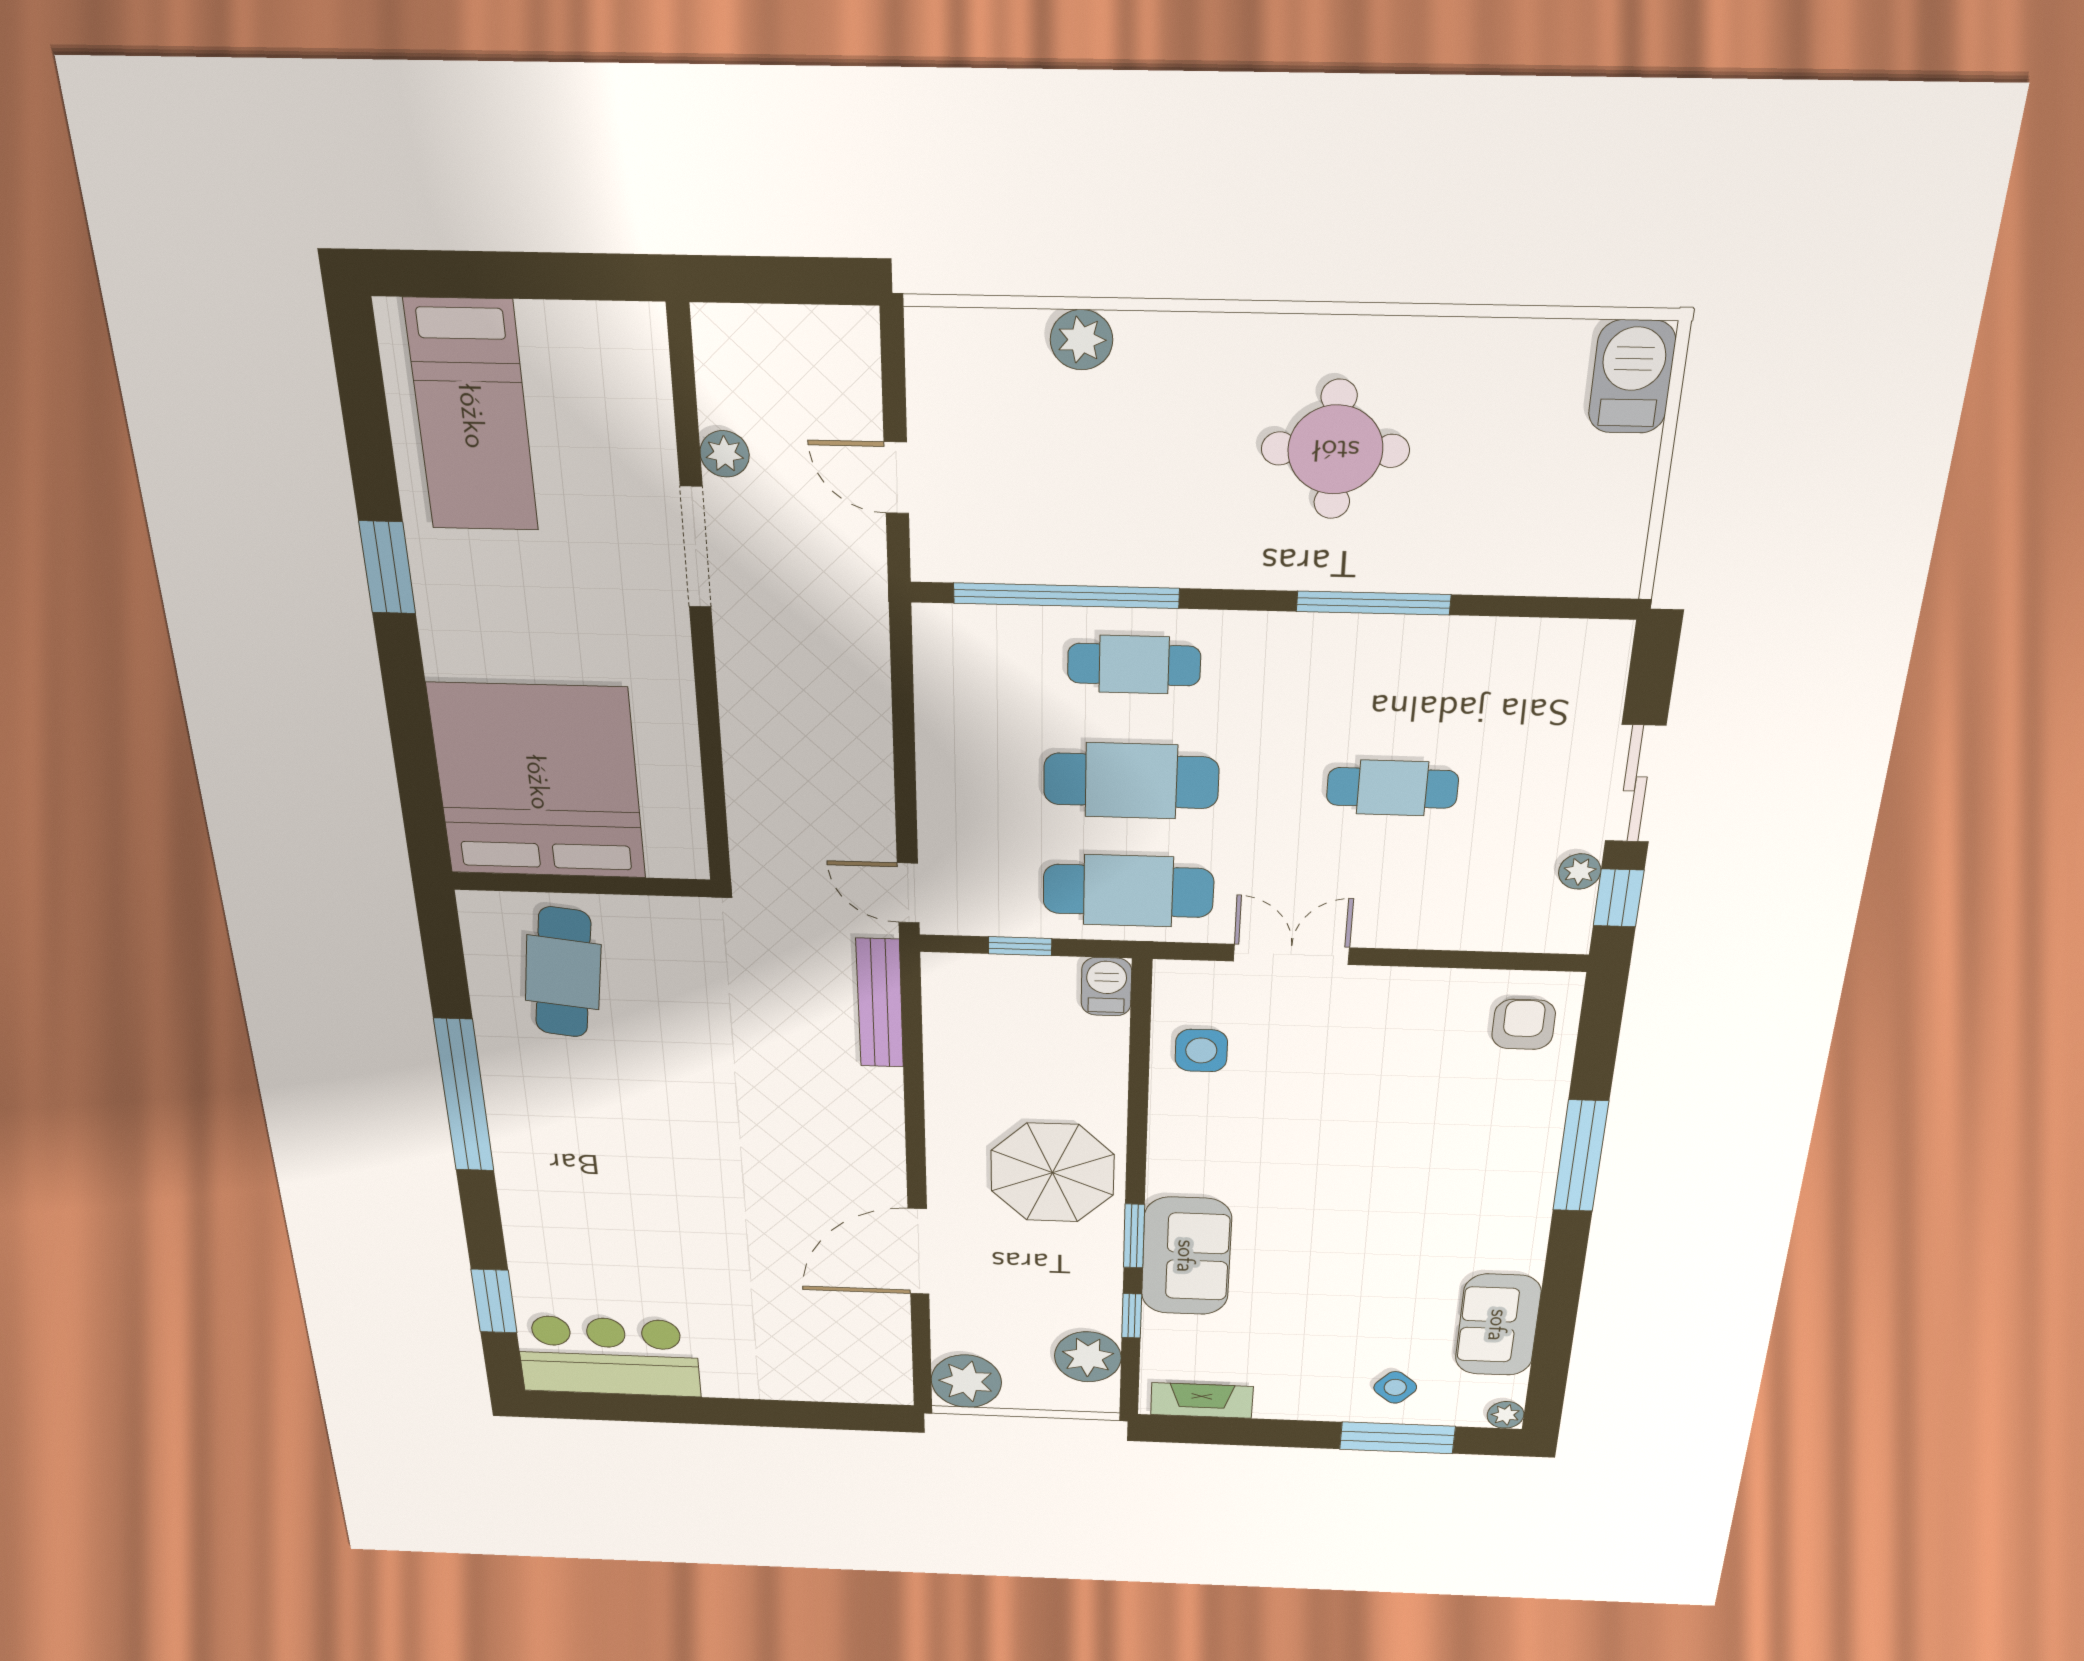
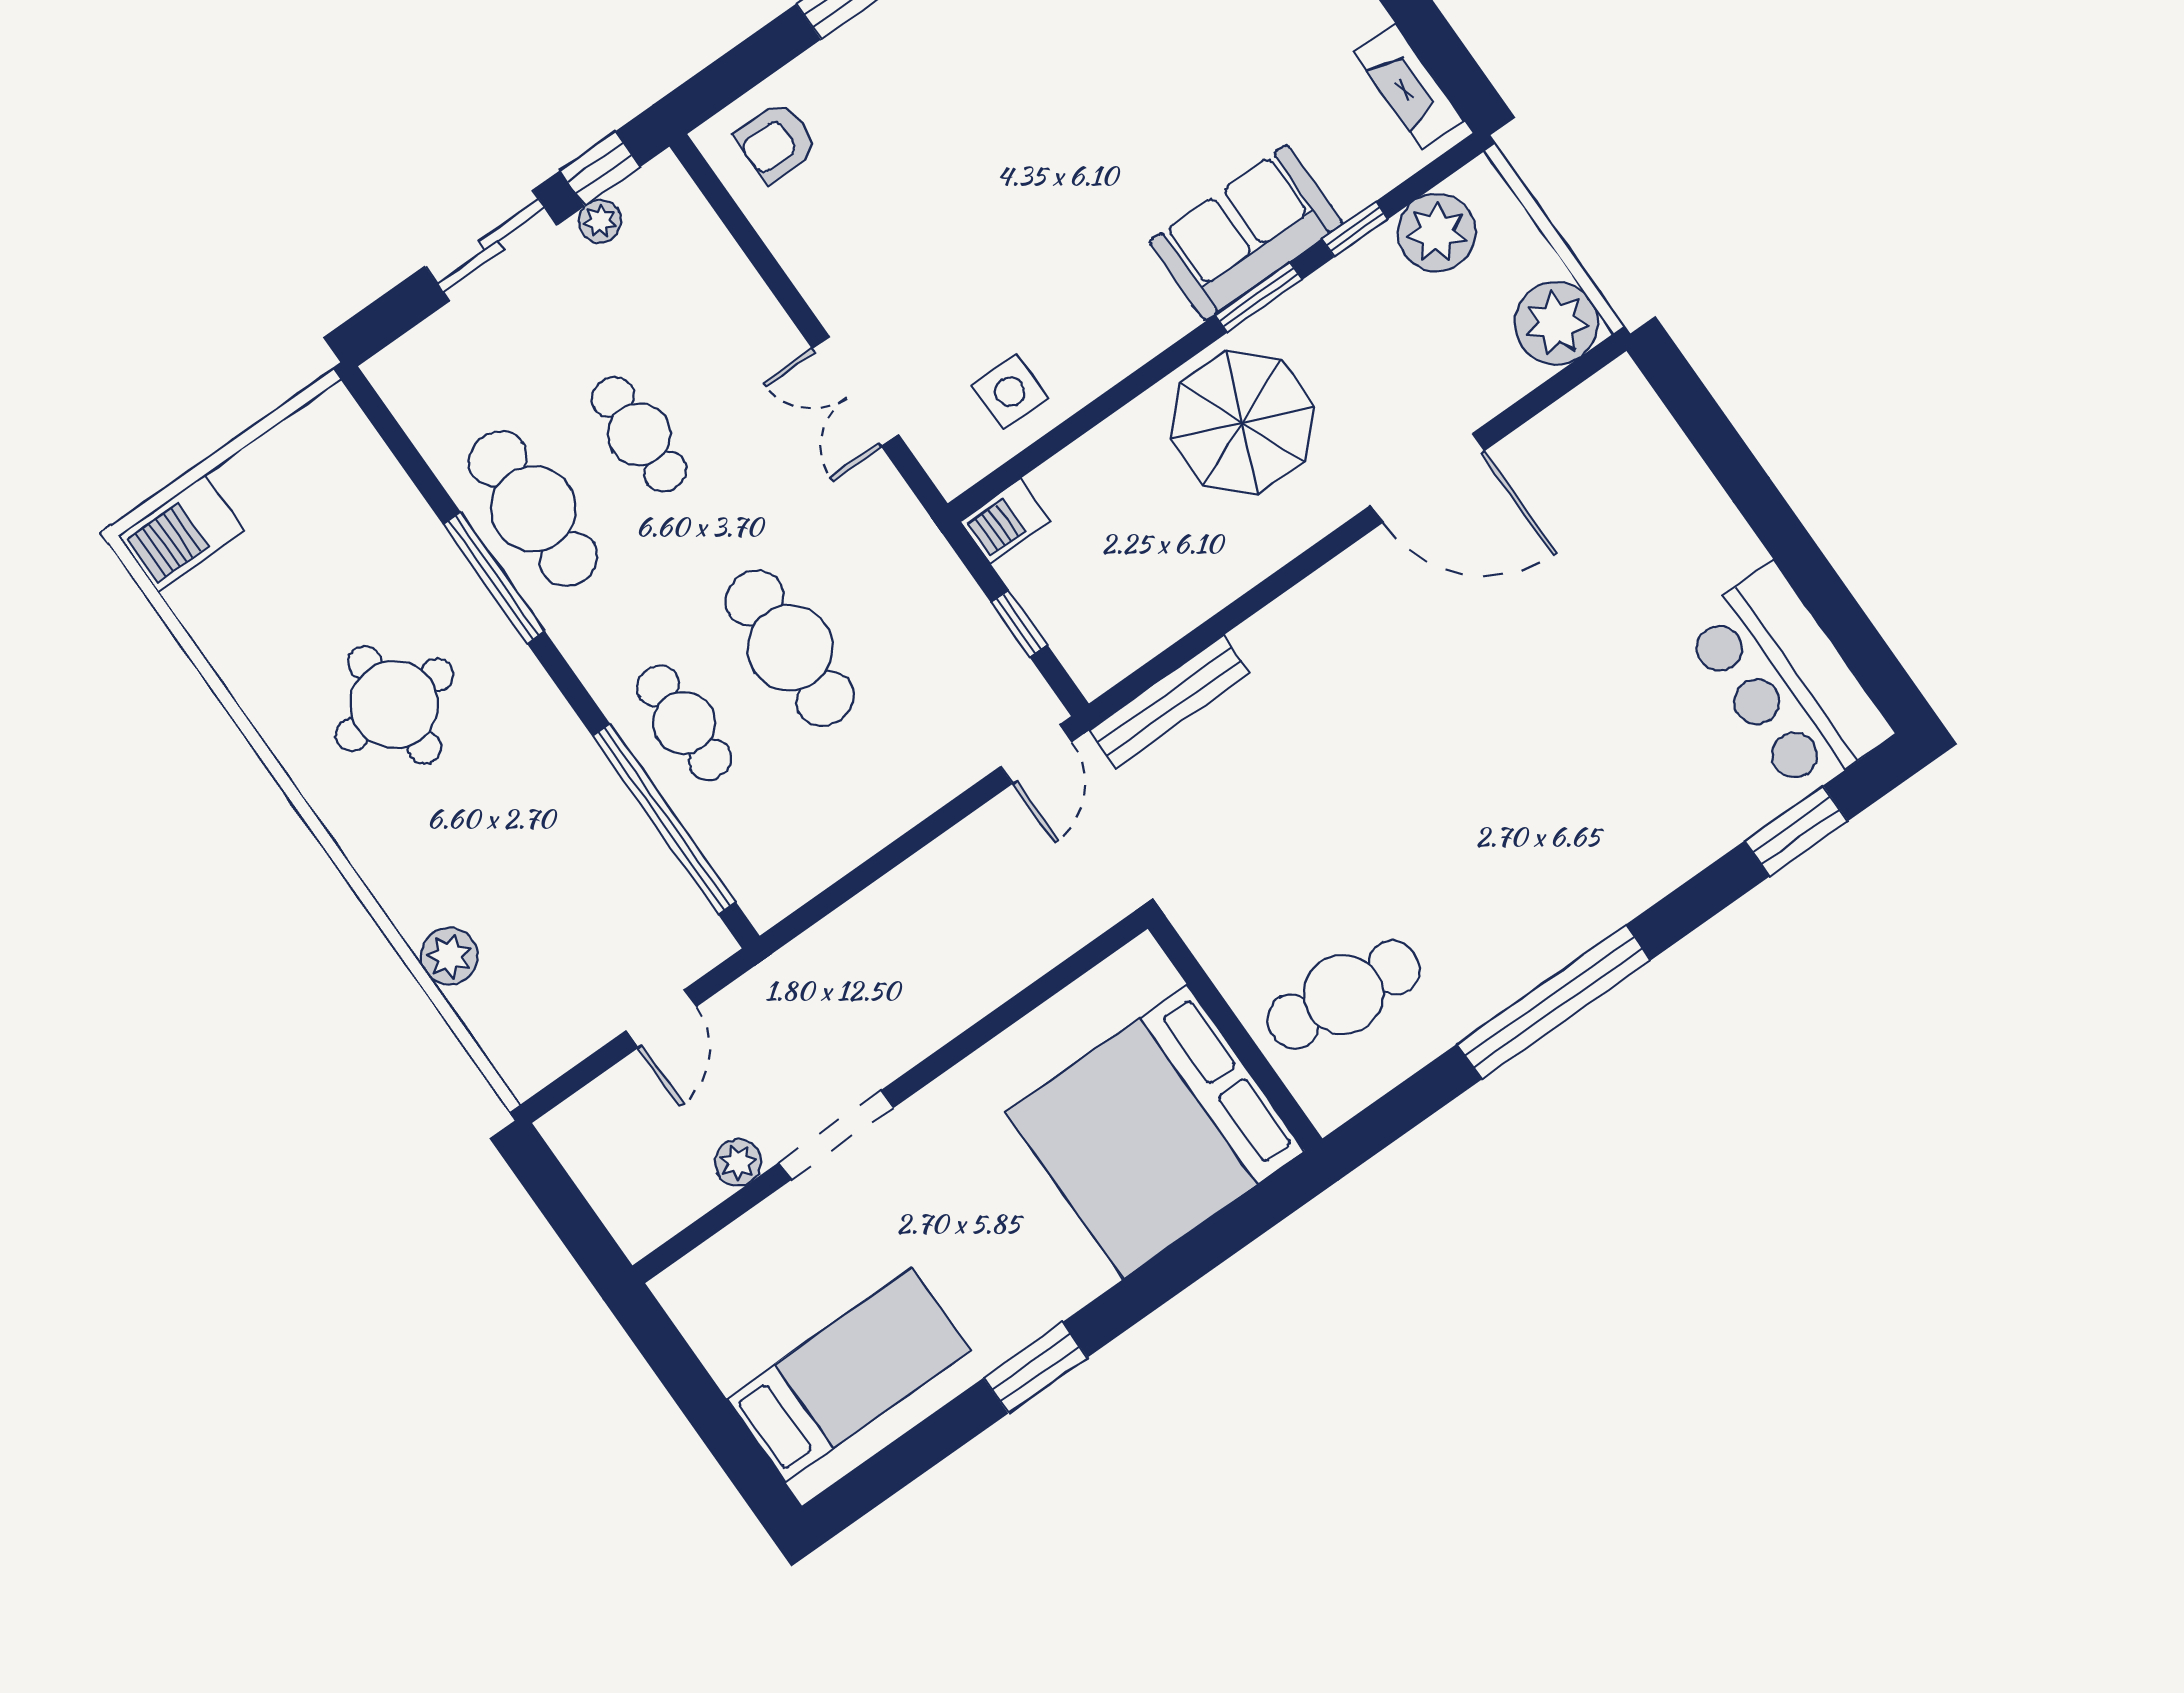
cafe table: (1128, 891) -> (533, 509), moved

